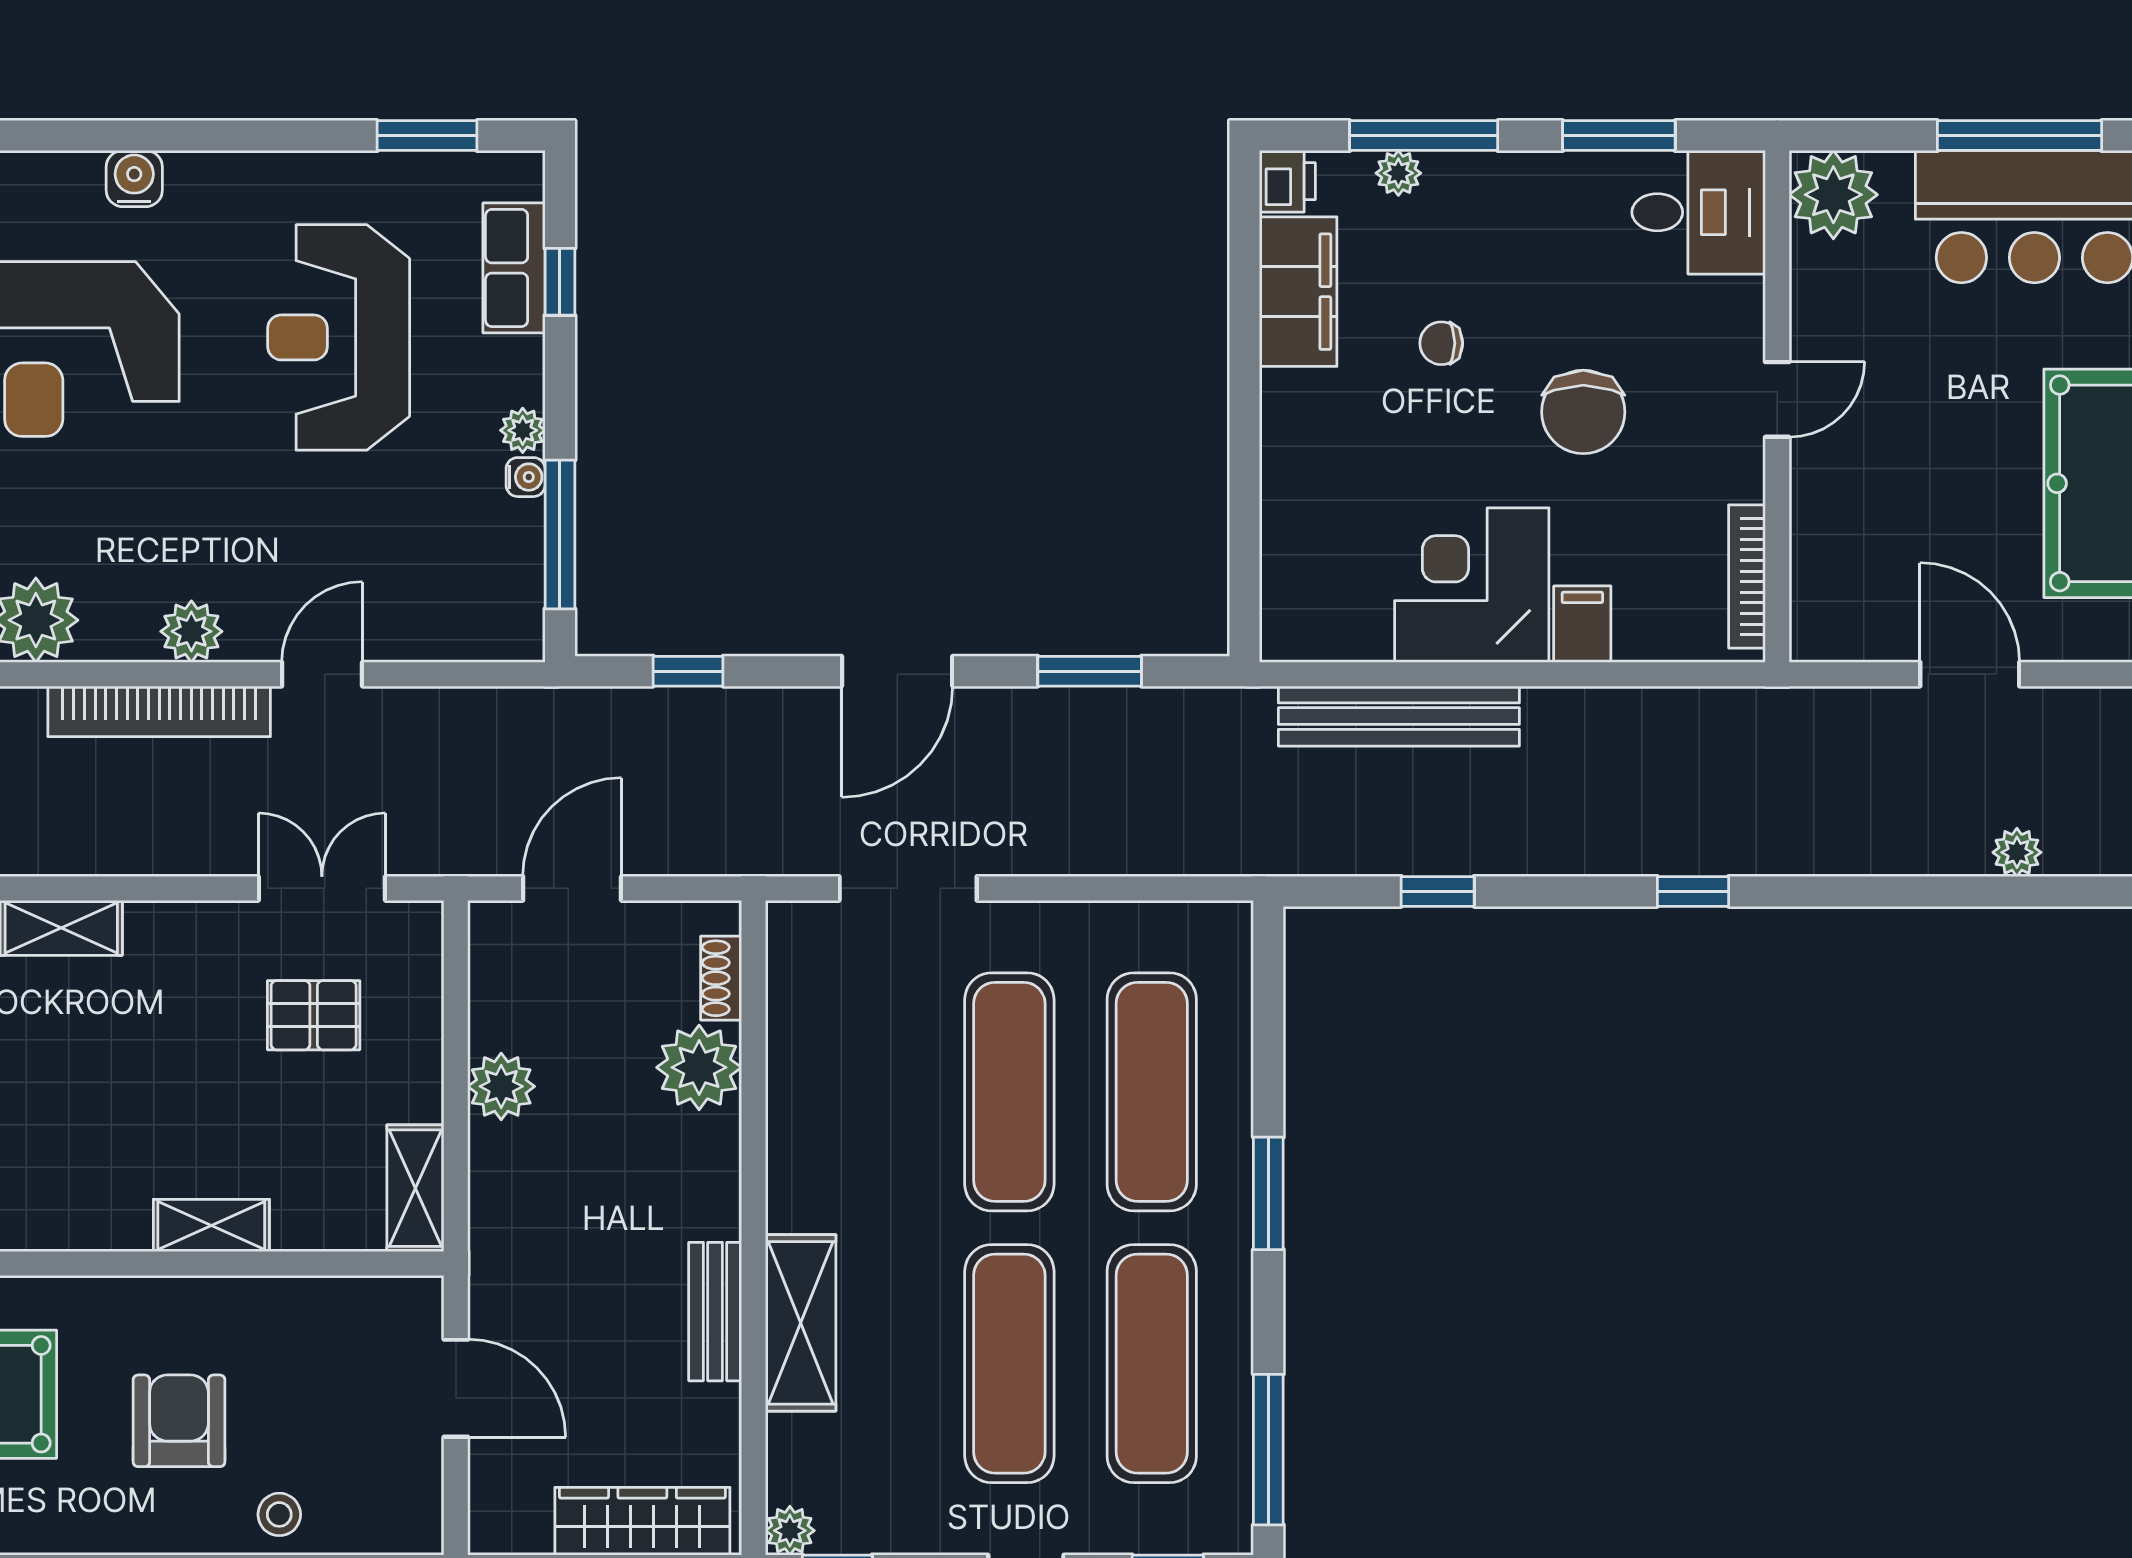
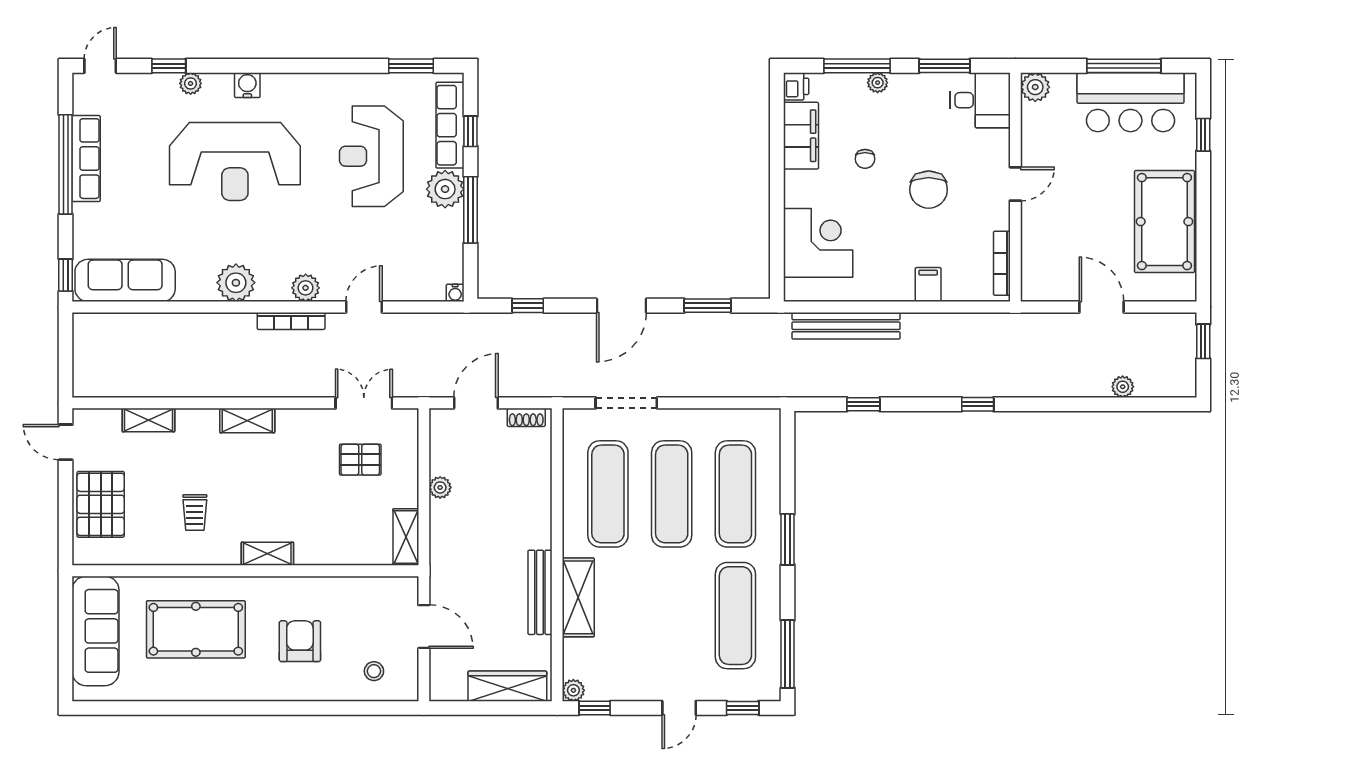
plant: (1398, 173) -> (878, 83), moved
water cooler: (134, 179) -> (247, 85), moved
plant: (1833, 195) -> (1035, 87), width x0.73, depth x0.73
row of seats: (514, 268) -> (450, 125), width x1.48
chair: (1441, 343) -> (865, 159), turned -90
plant: (523, 430) -> (445, 189), width x1.88, depth x1.88
water cooler: (526, 477) -> (455, 293), moved, turned 90
window: (560, 534) -> (471, 210), moved
corner desk: (1472, 585) -> (818, 243), moved, turned 90
bookcase: (159, 711) -> (291, 321), width x0.68, depth x0.76
shoe rack: (721, 978) -> (526, 417), moved, turned -90
plant: (699, 1067) -> (533, 483), removed
plant: (501, 1086) -> (440, 487), width x0.73, depth x0.73
shelving: (211, 1225) -> (267, 554), moved
bench: (715, 1312) -> (540, 592), width x1.36
exercise mat: (1009, 1364) -> (608, 494), moved
stool: (279, 1514) -> (374, 671), moved

